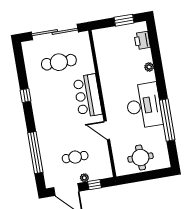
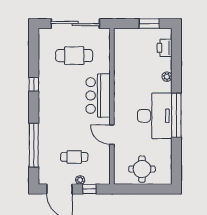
window: (167, 120) -> (176, 115), moved

